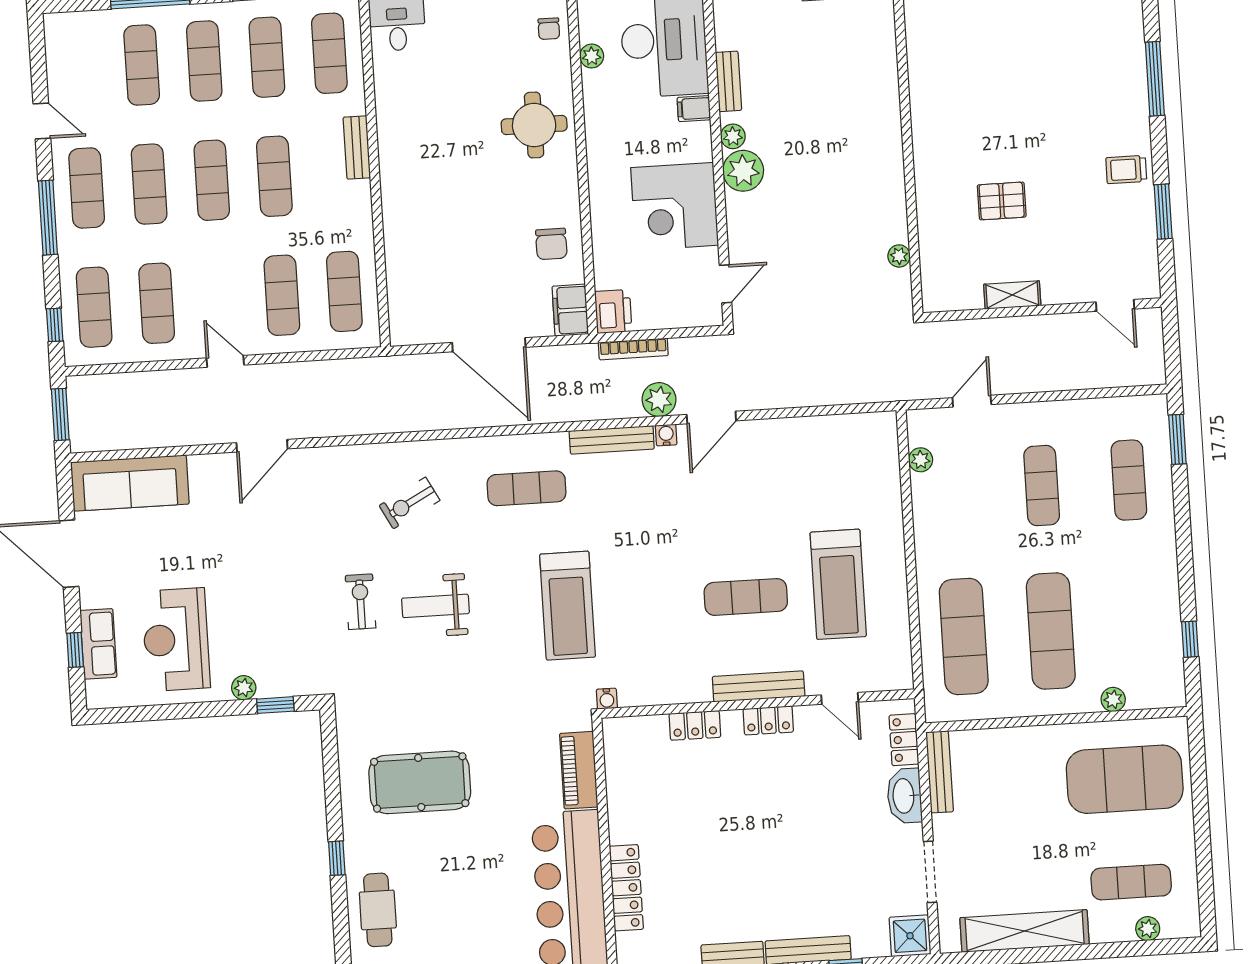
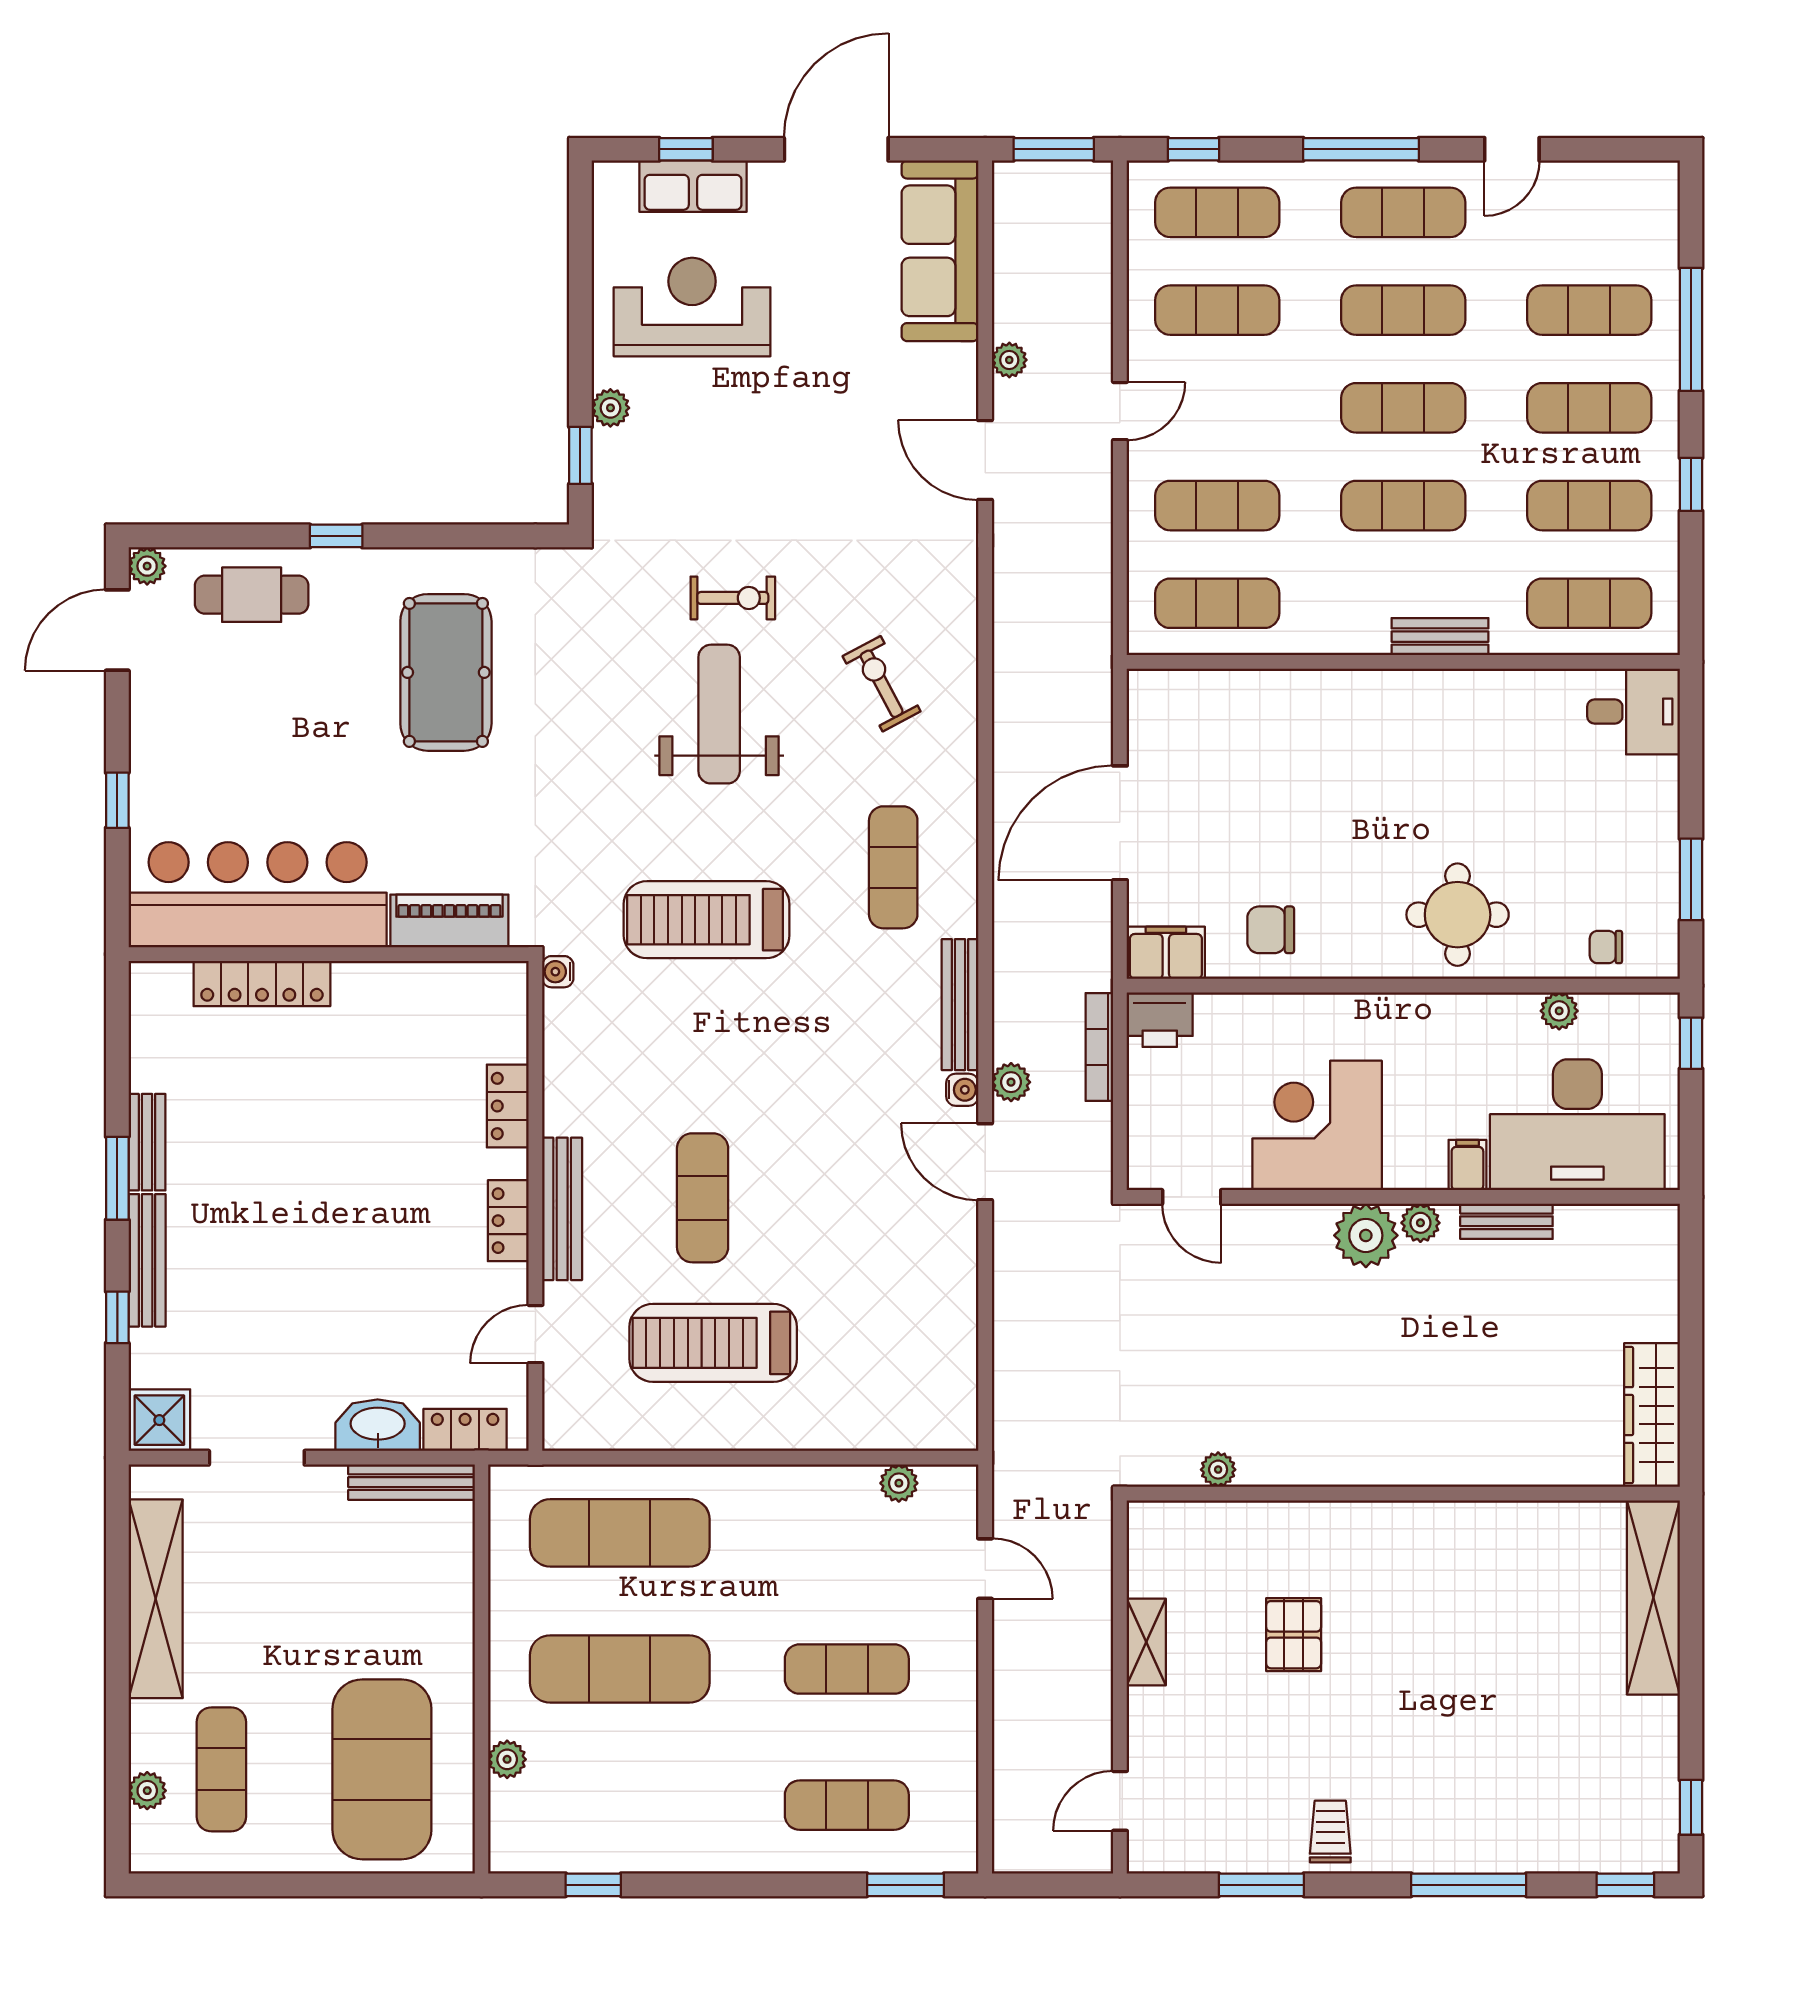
plant: (659, 400) -> (1011, 1082), width x0.73, depth x0.73
plant: (197, 434) -> (1009, 360), added
weight bench: (435, 606) -> (719, 714), width x1.36, depth x1.33

